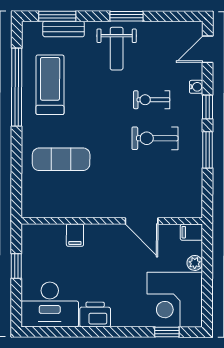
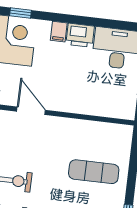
filing cabinet: (75, 235) -> (59, 32), moved, turned 180

